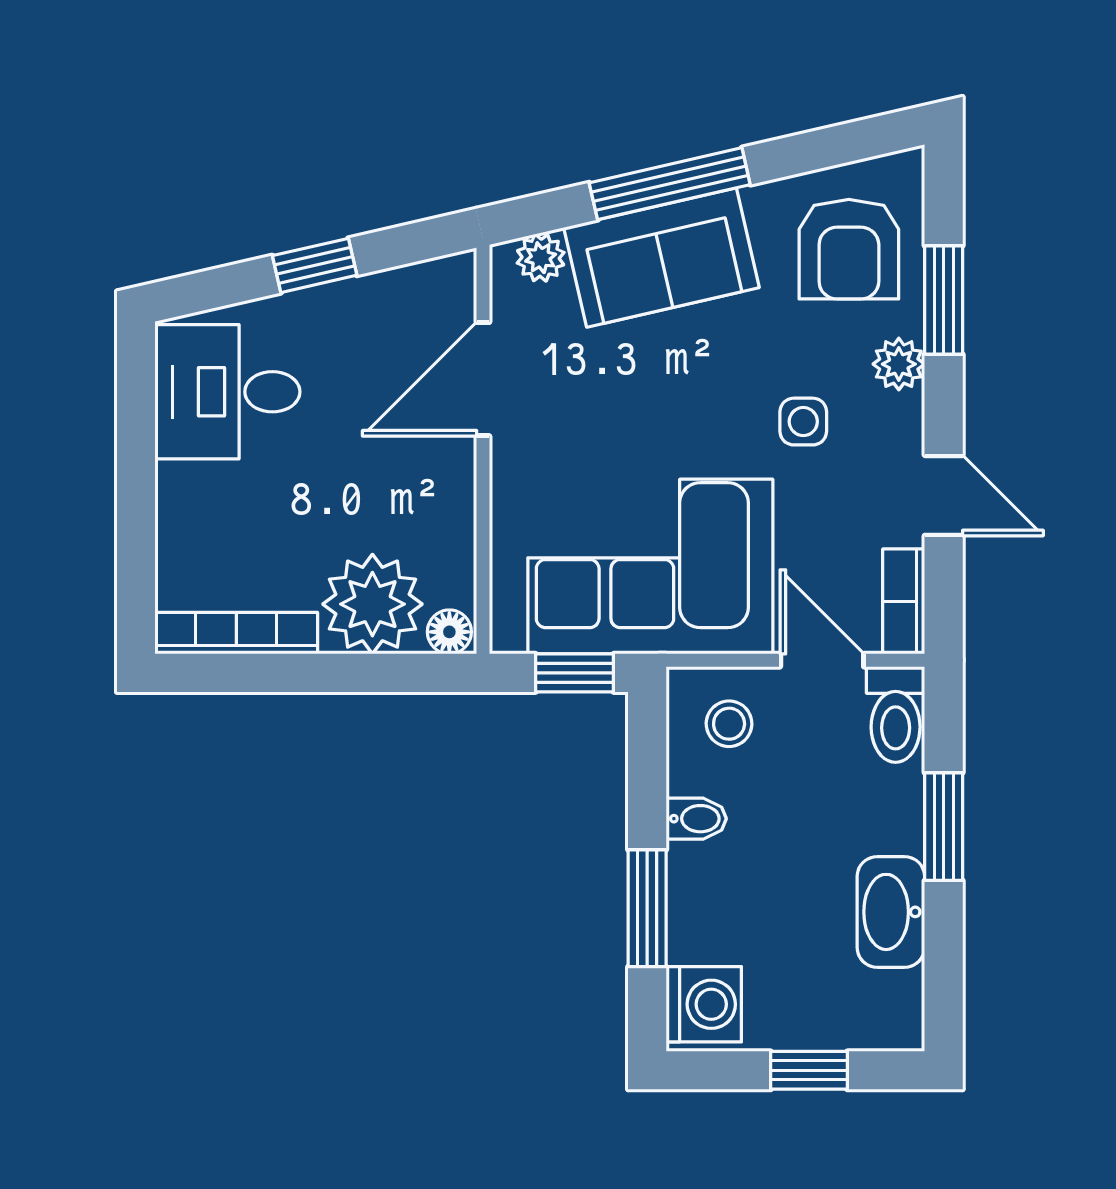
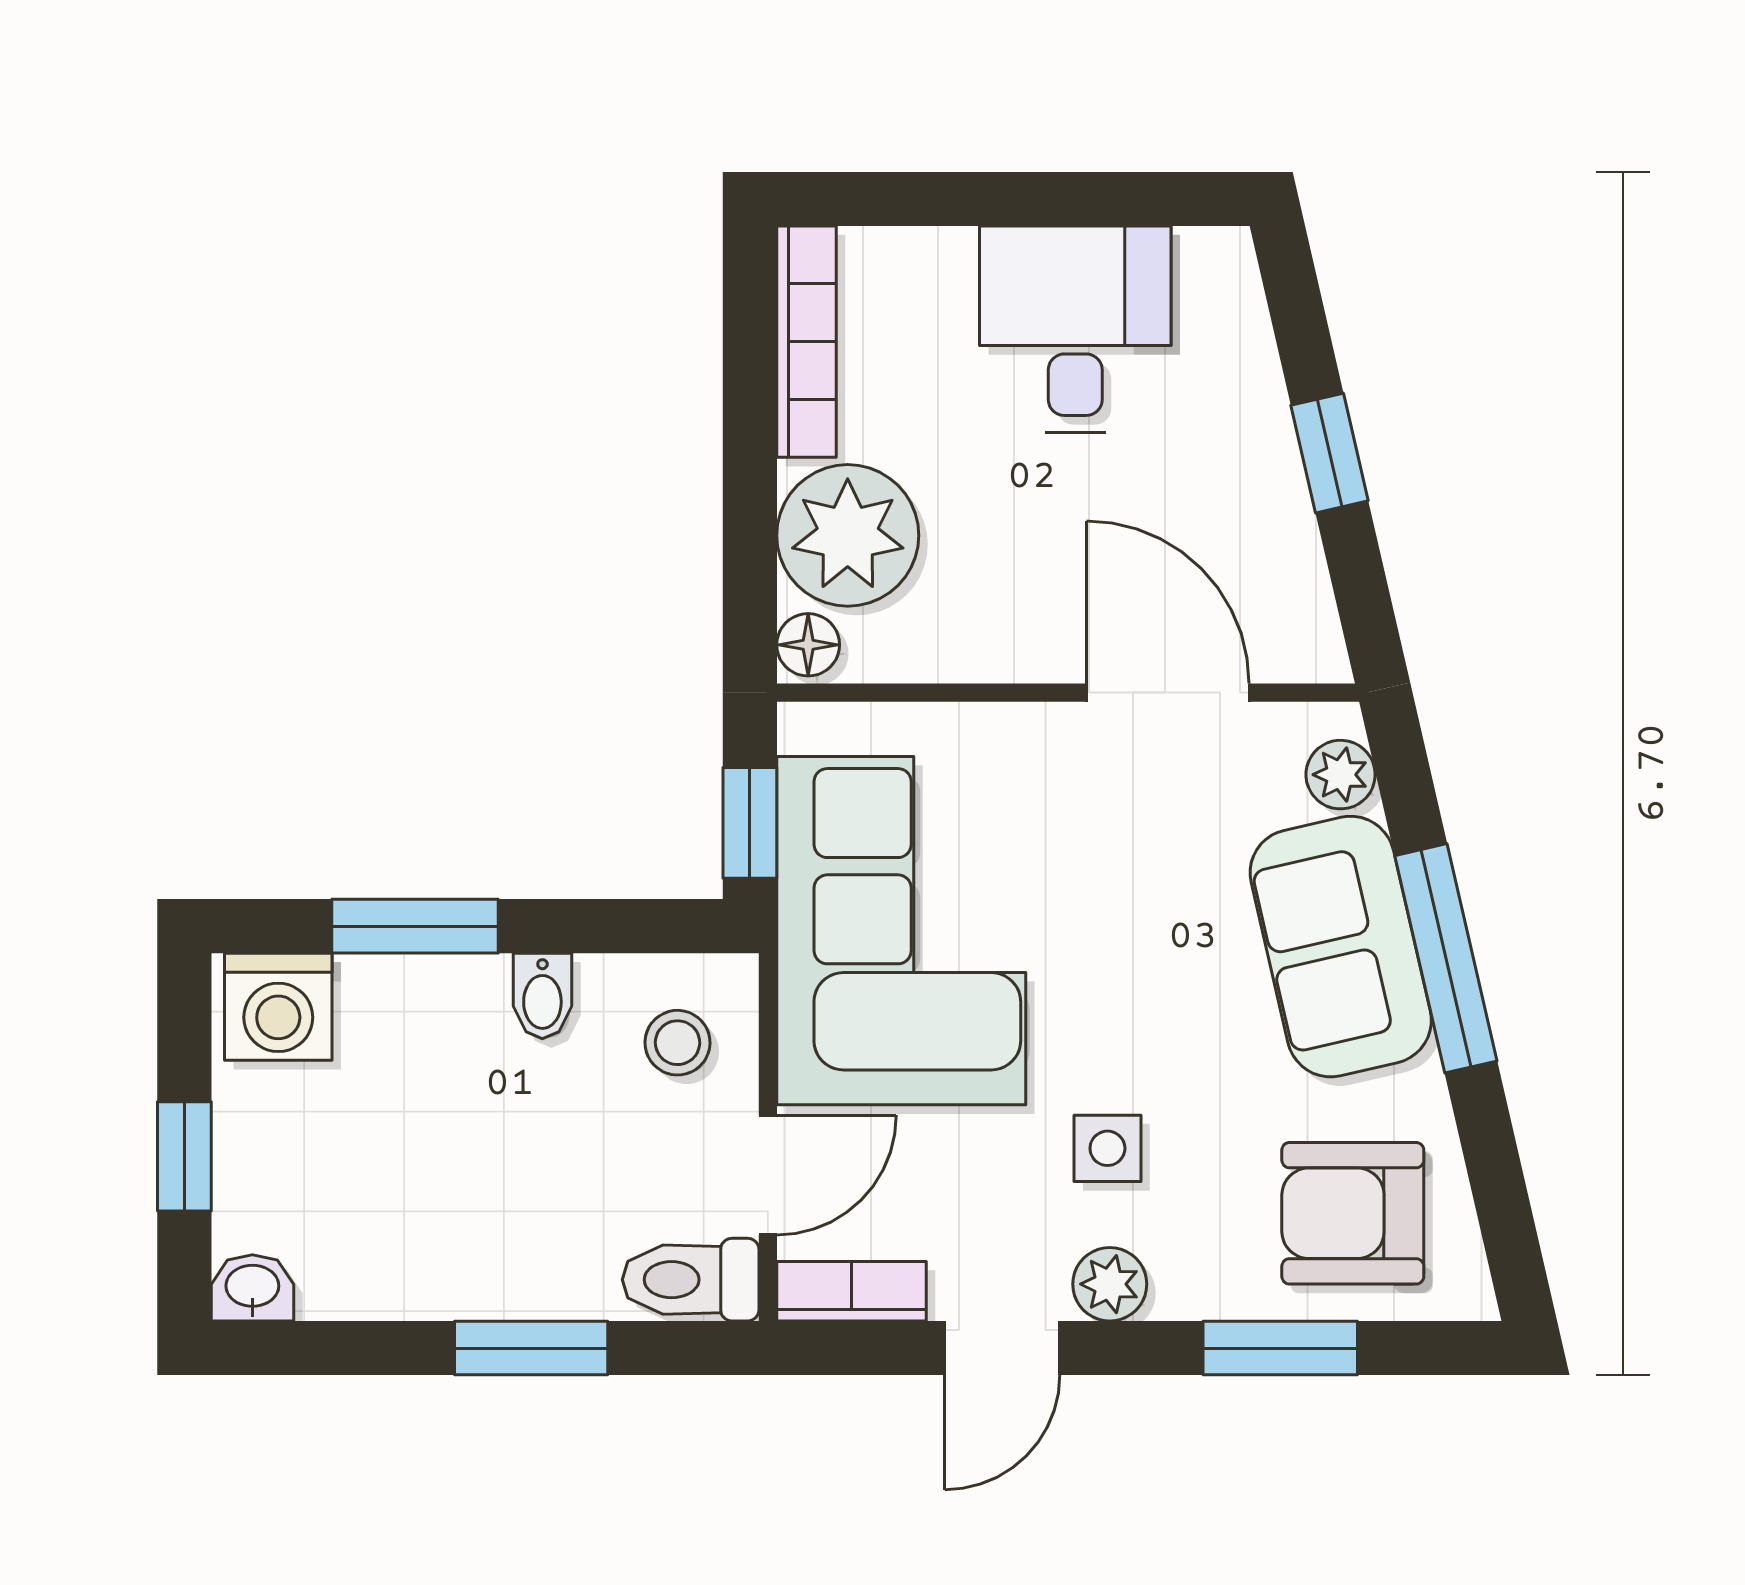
plant: (899, 364) -> (1110, 1284), moved
desk: (227, 392) -> (1075, 329), moved
washbasin: (891, 912) -> (252, 1288), moved, width x0.52, depth x0.69

